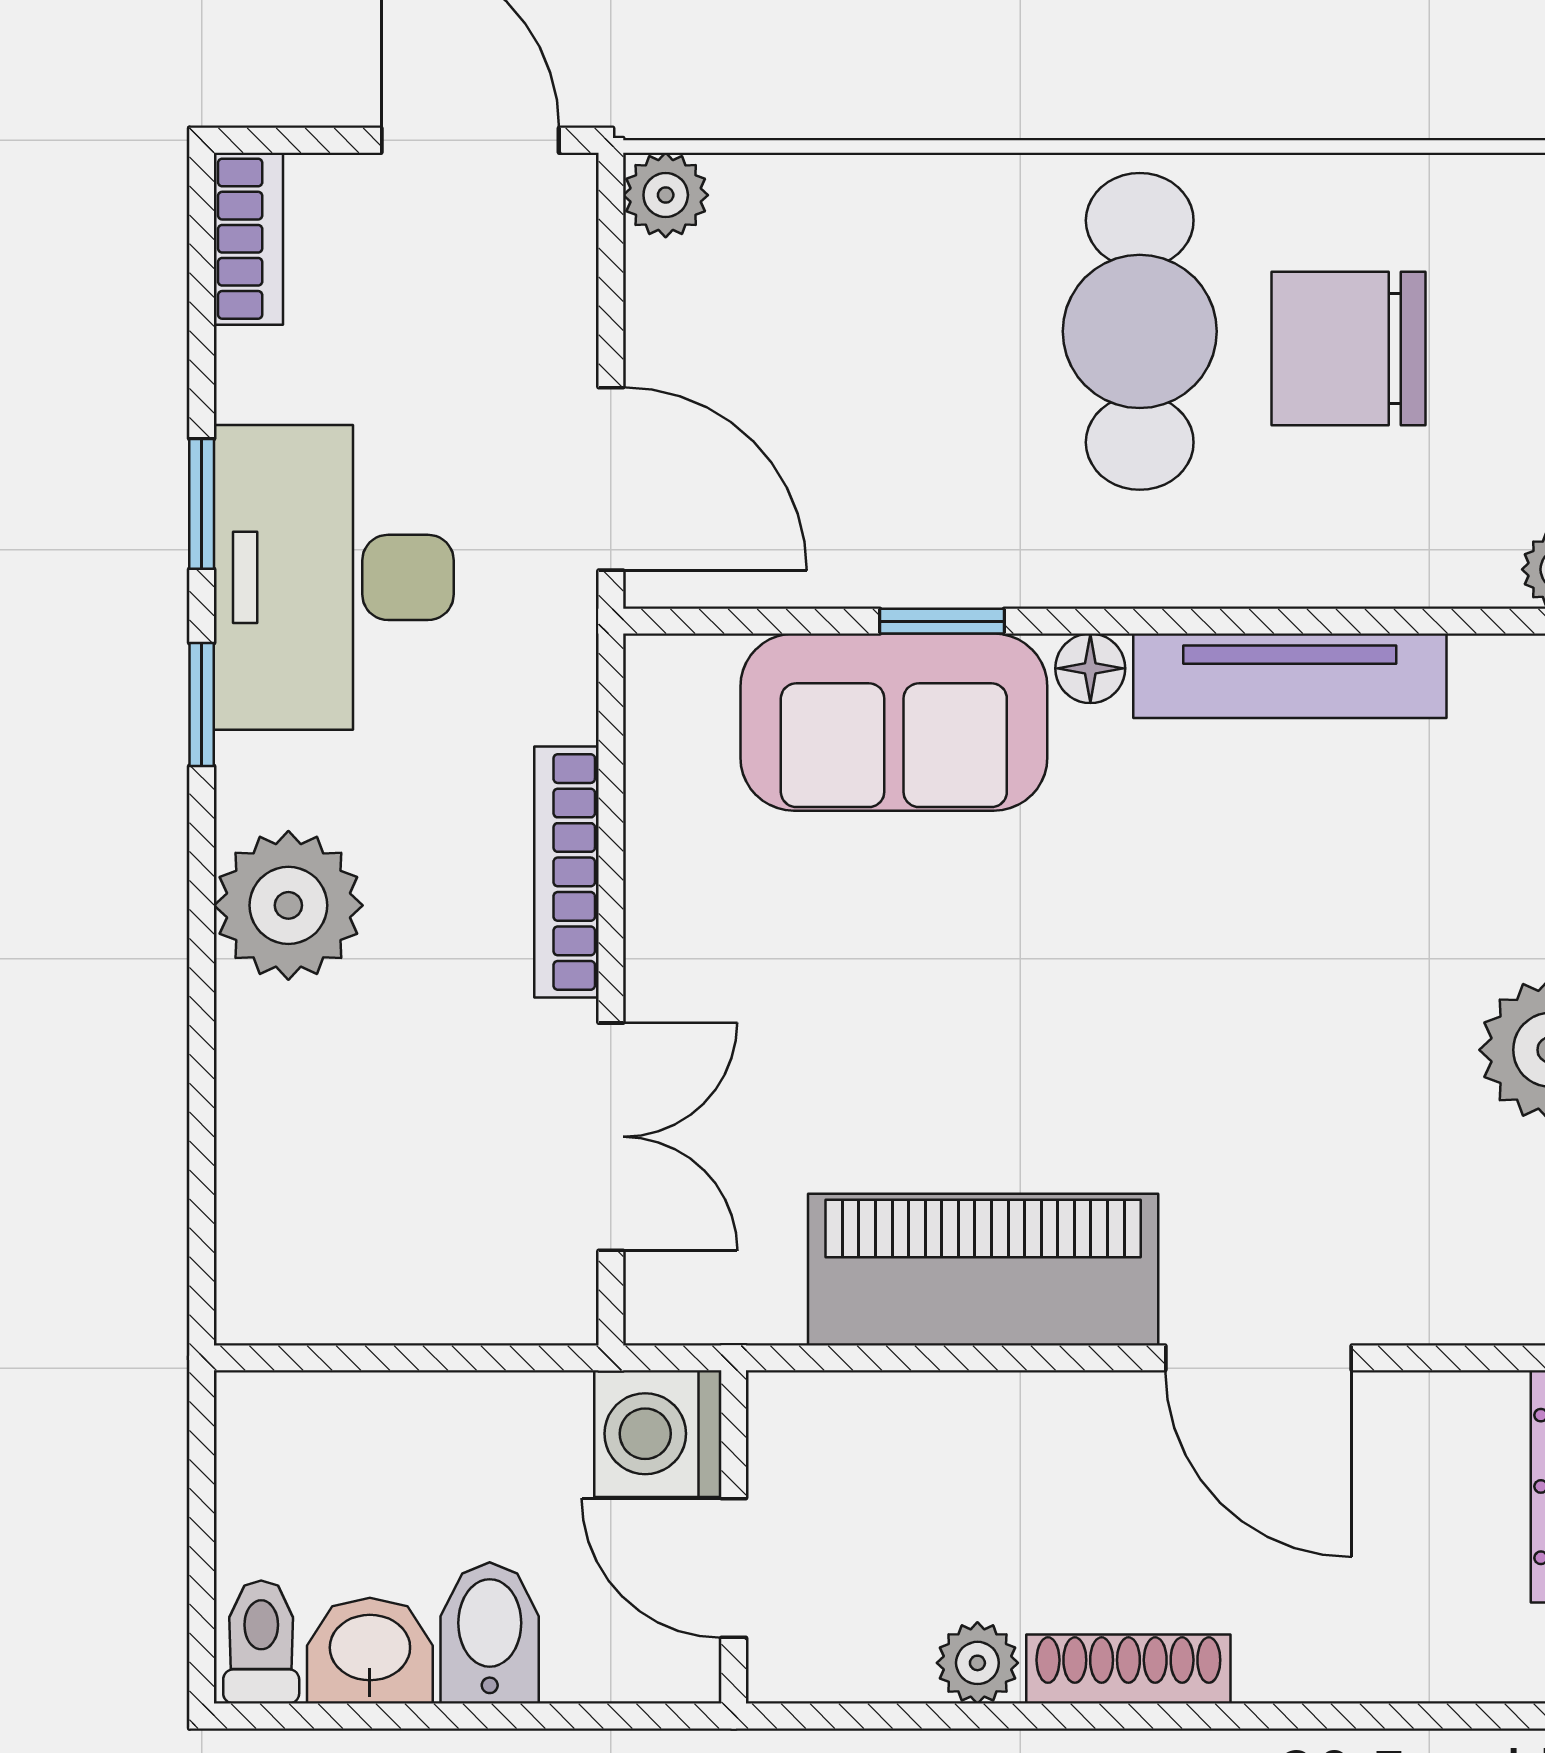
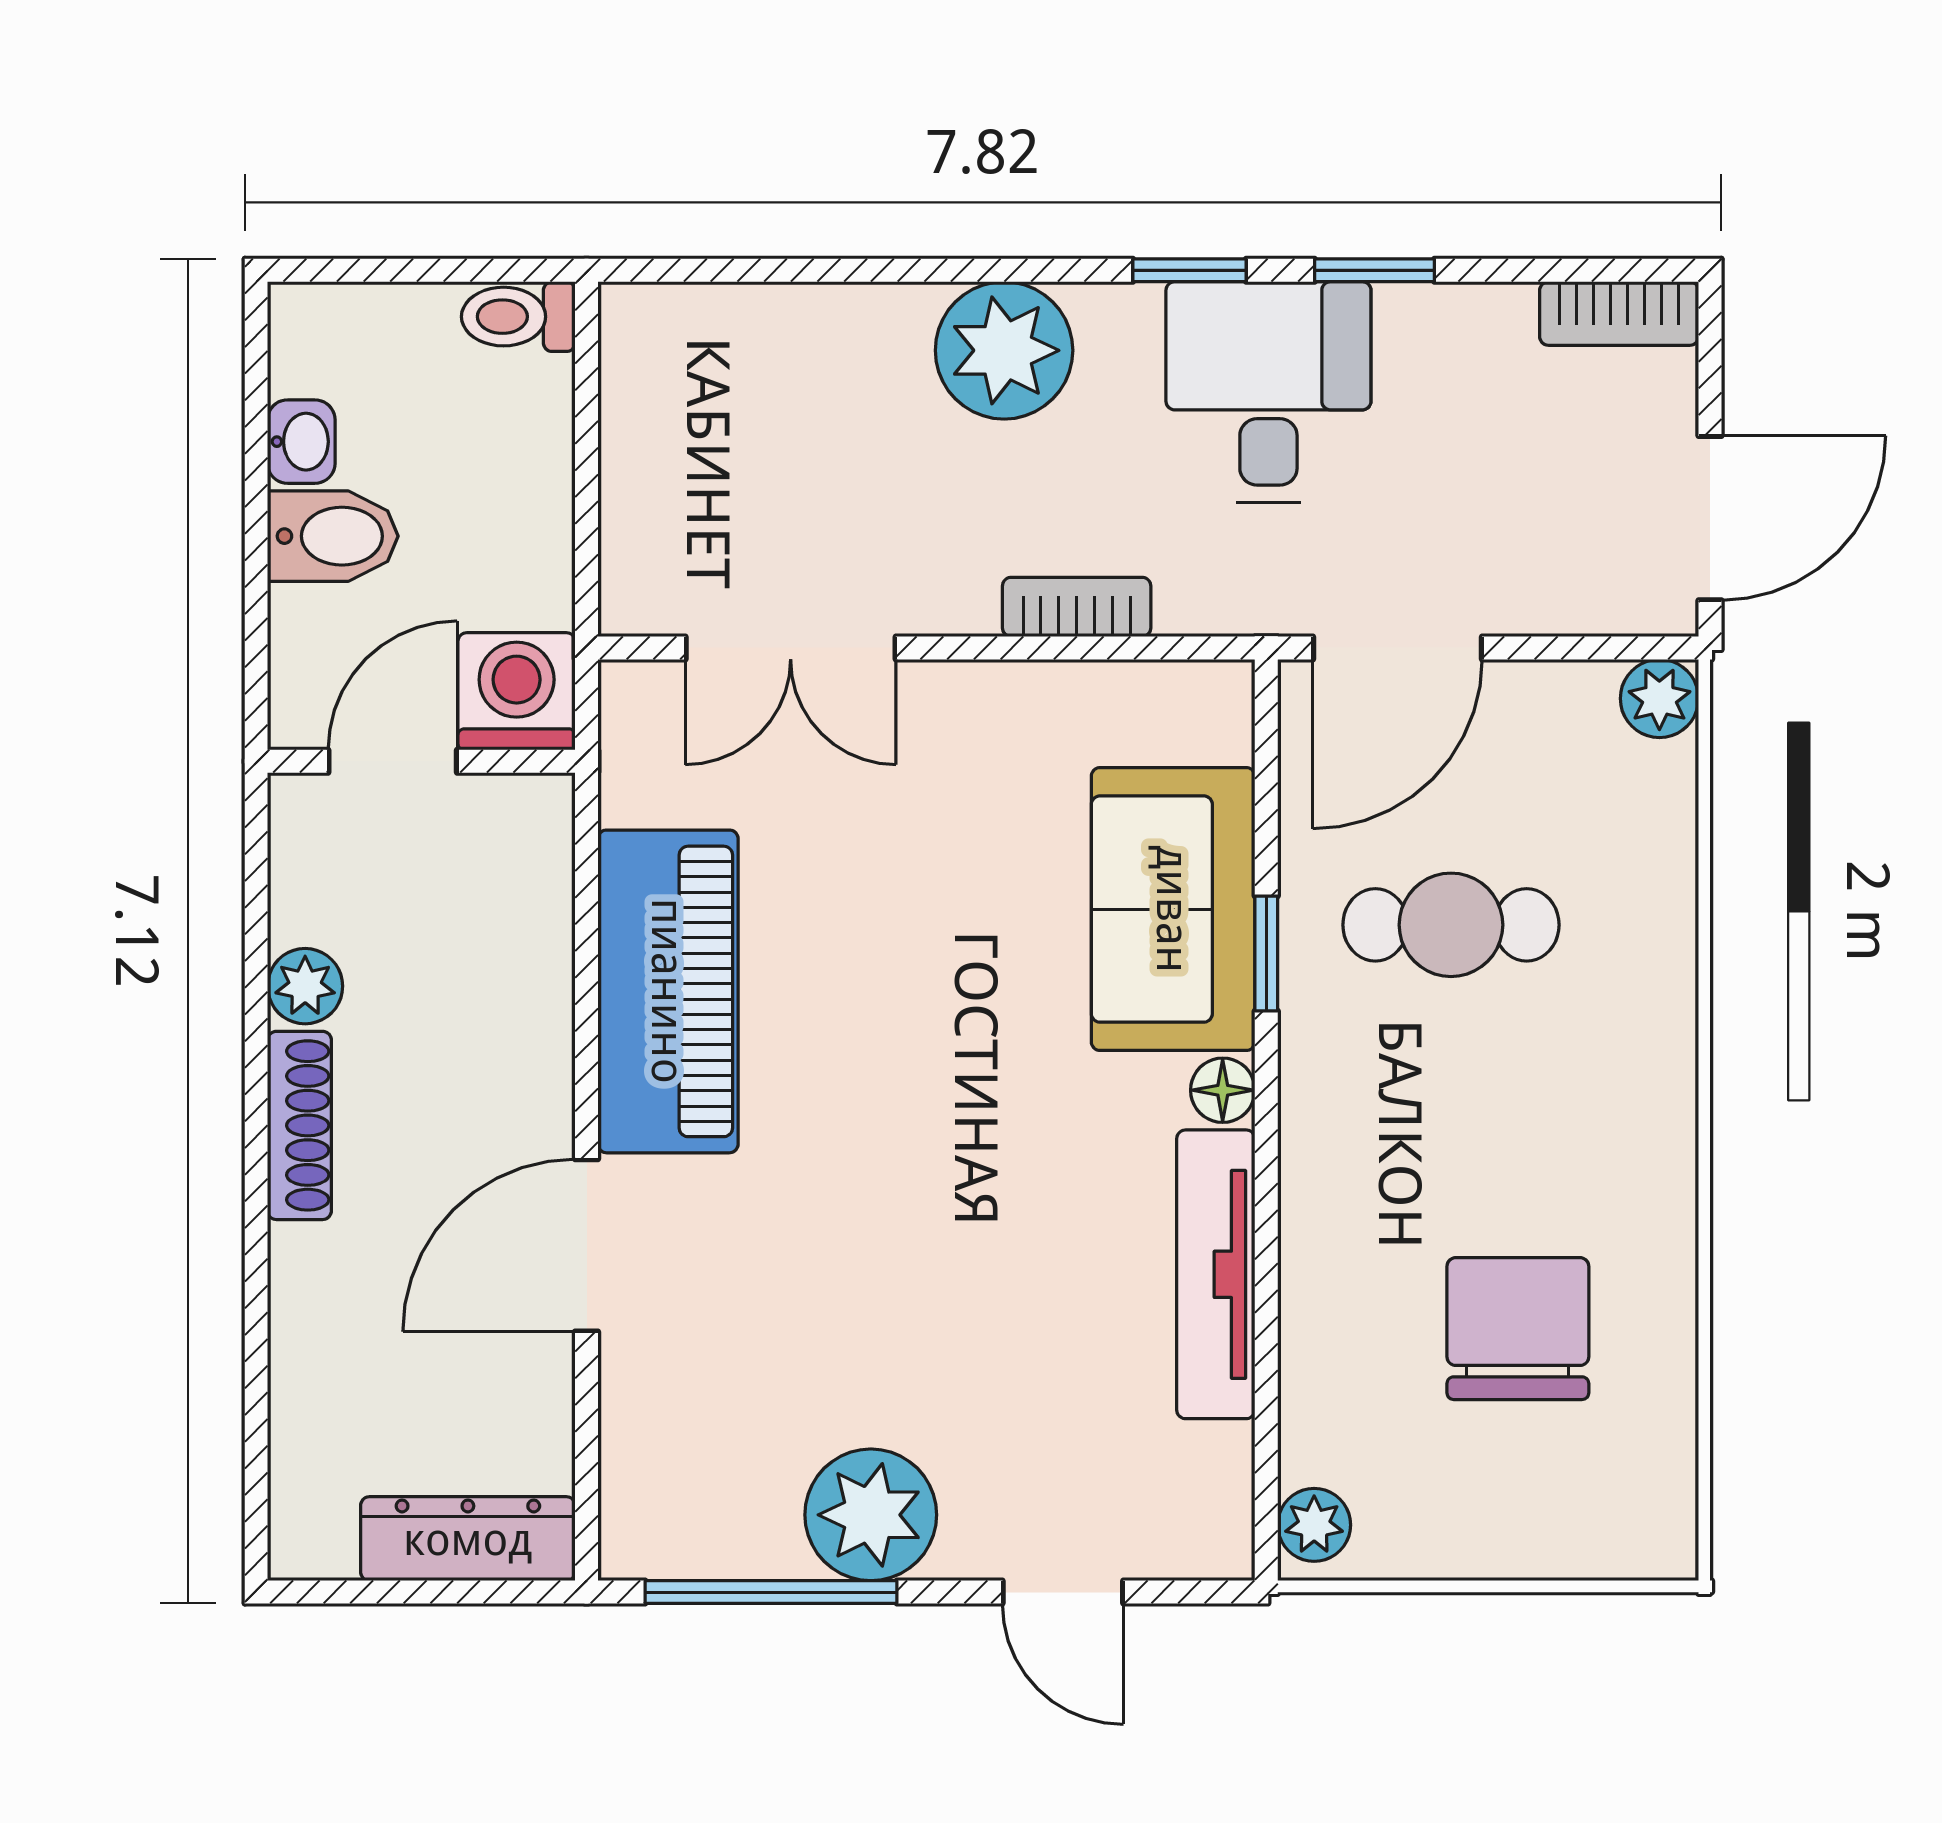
cafe table: (1140, 331) -> (1451, 925), moved, width x0.73, depth x0.74
desk: (334, 577) -> (1268, 392), width x0.73
bookcase: (566, 872) -> (1077, 607), width x0.64
toilet: (261, 1642) -> (518, 317), moved, turned 180
washbasin: (370, 1651) -> (301, 442), width x0.72, depth x0.69

